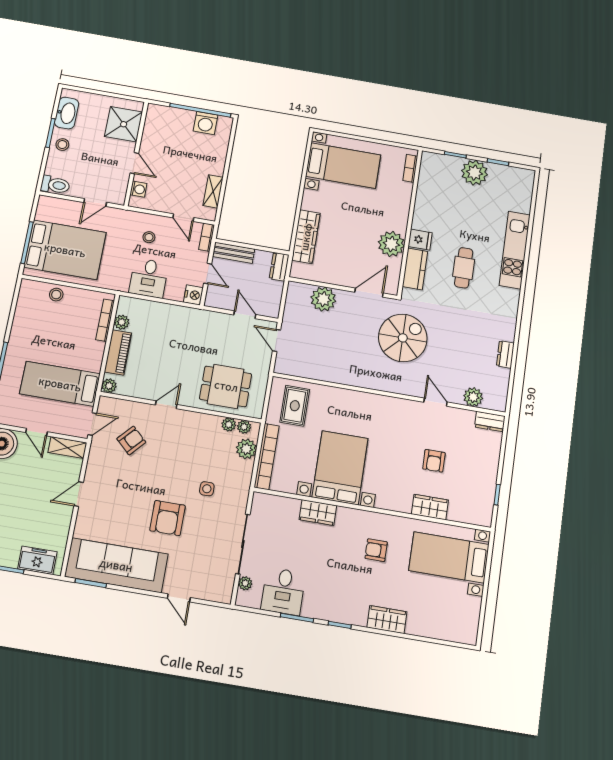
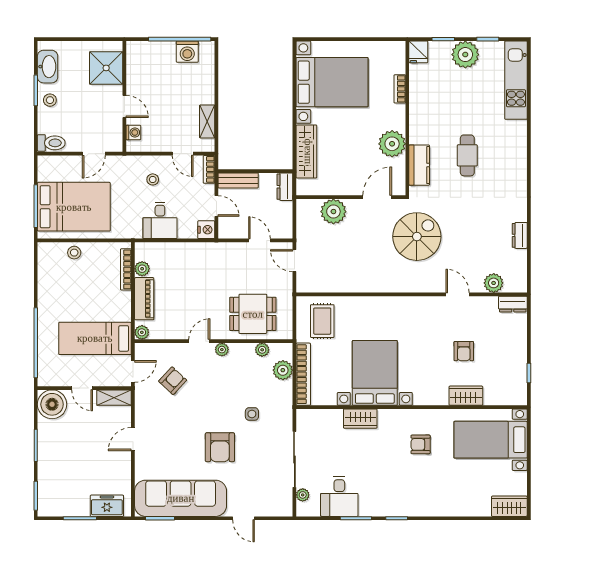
bed with nightstands: (343, 166) -> (332, 82), width x1.36
bookcase: (410, 168) -> (400, 89), moved
fridge: (420, 240) -> (418, 52), moved, turned 90
kitchen unit: (515, 250) -> (516, 80), moved
plant: (244, 427) -> (222, 350), moved
wardrobe: (387, 620) -> (509, 506), moved

